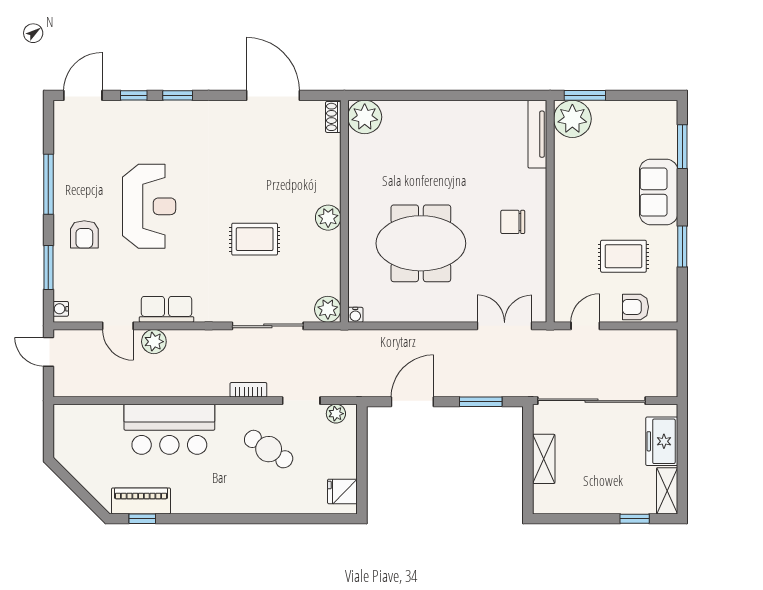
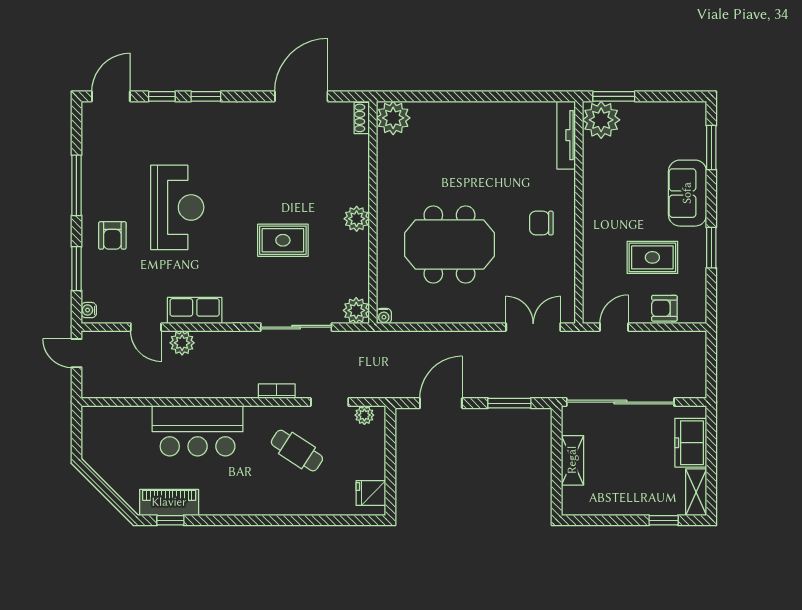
door: (273, 95) -> (301, 96), hinge flipped

